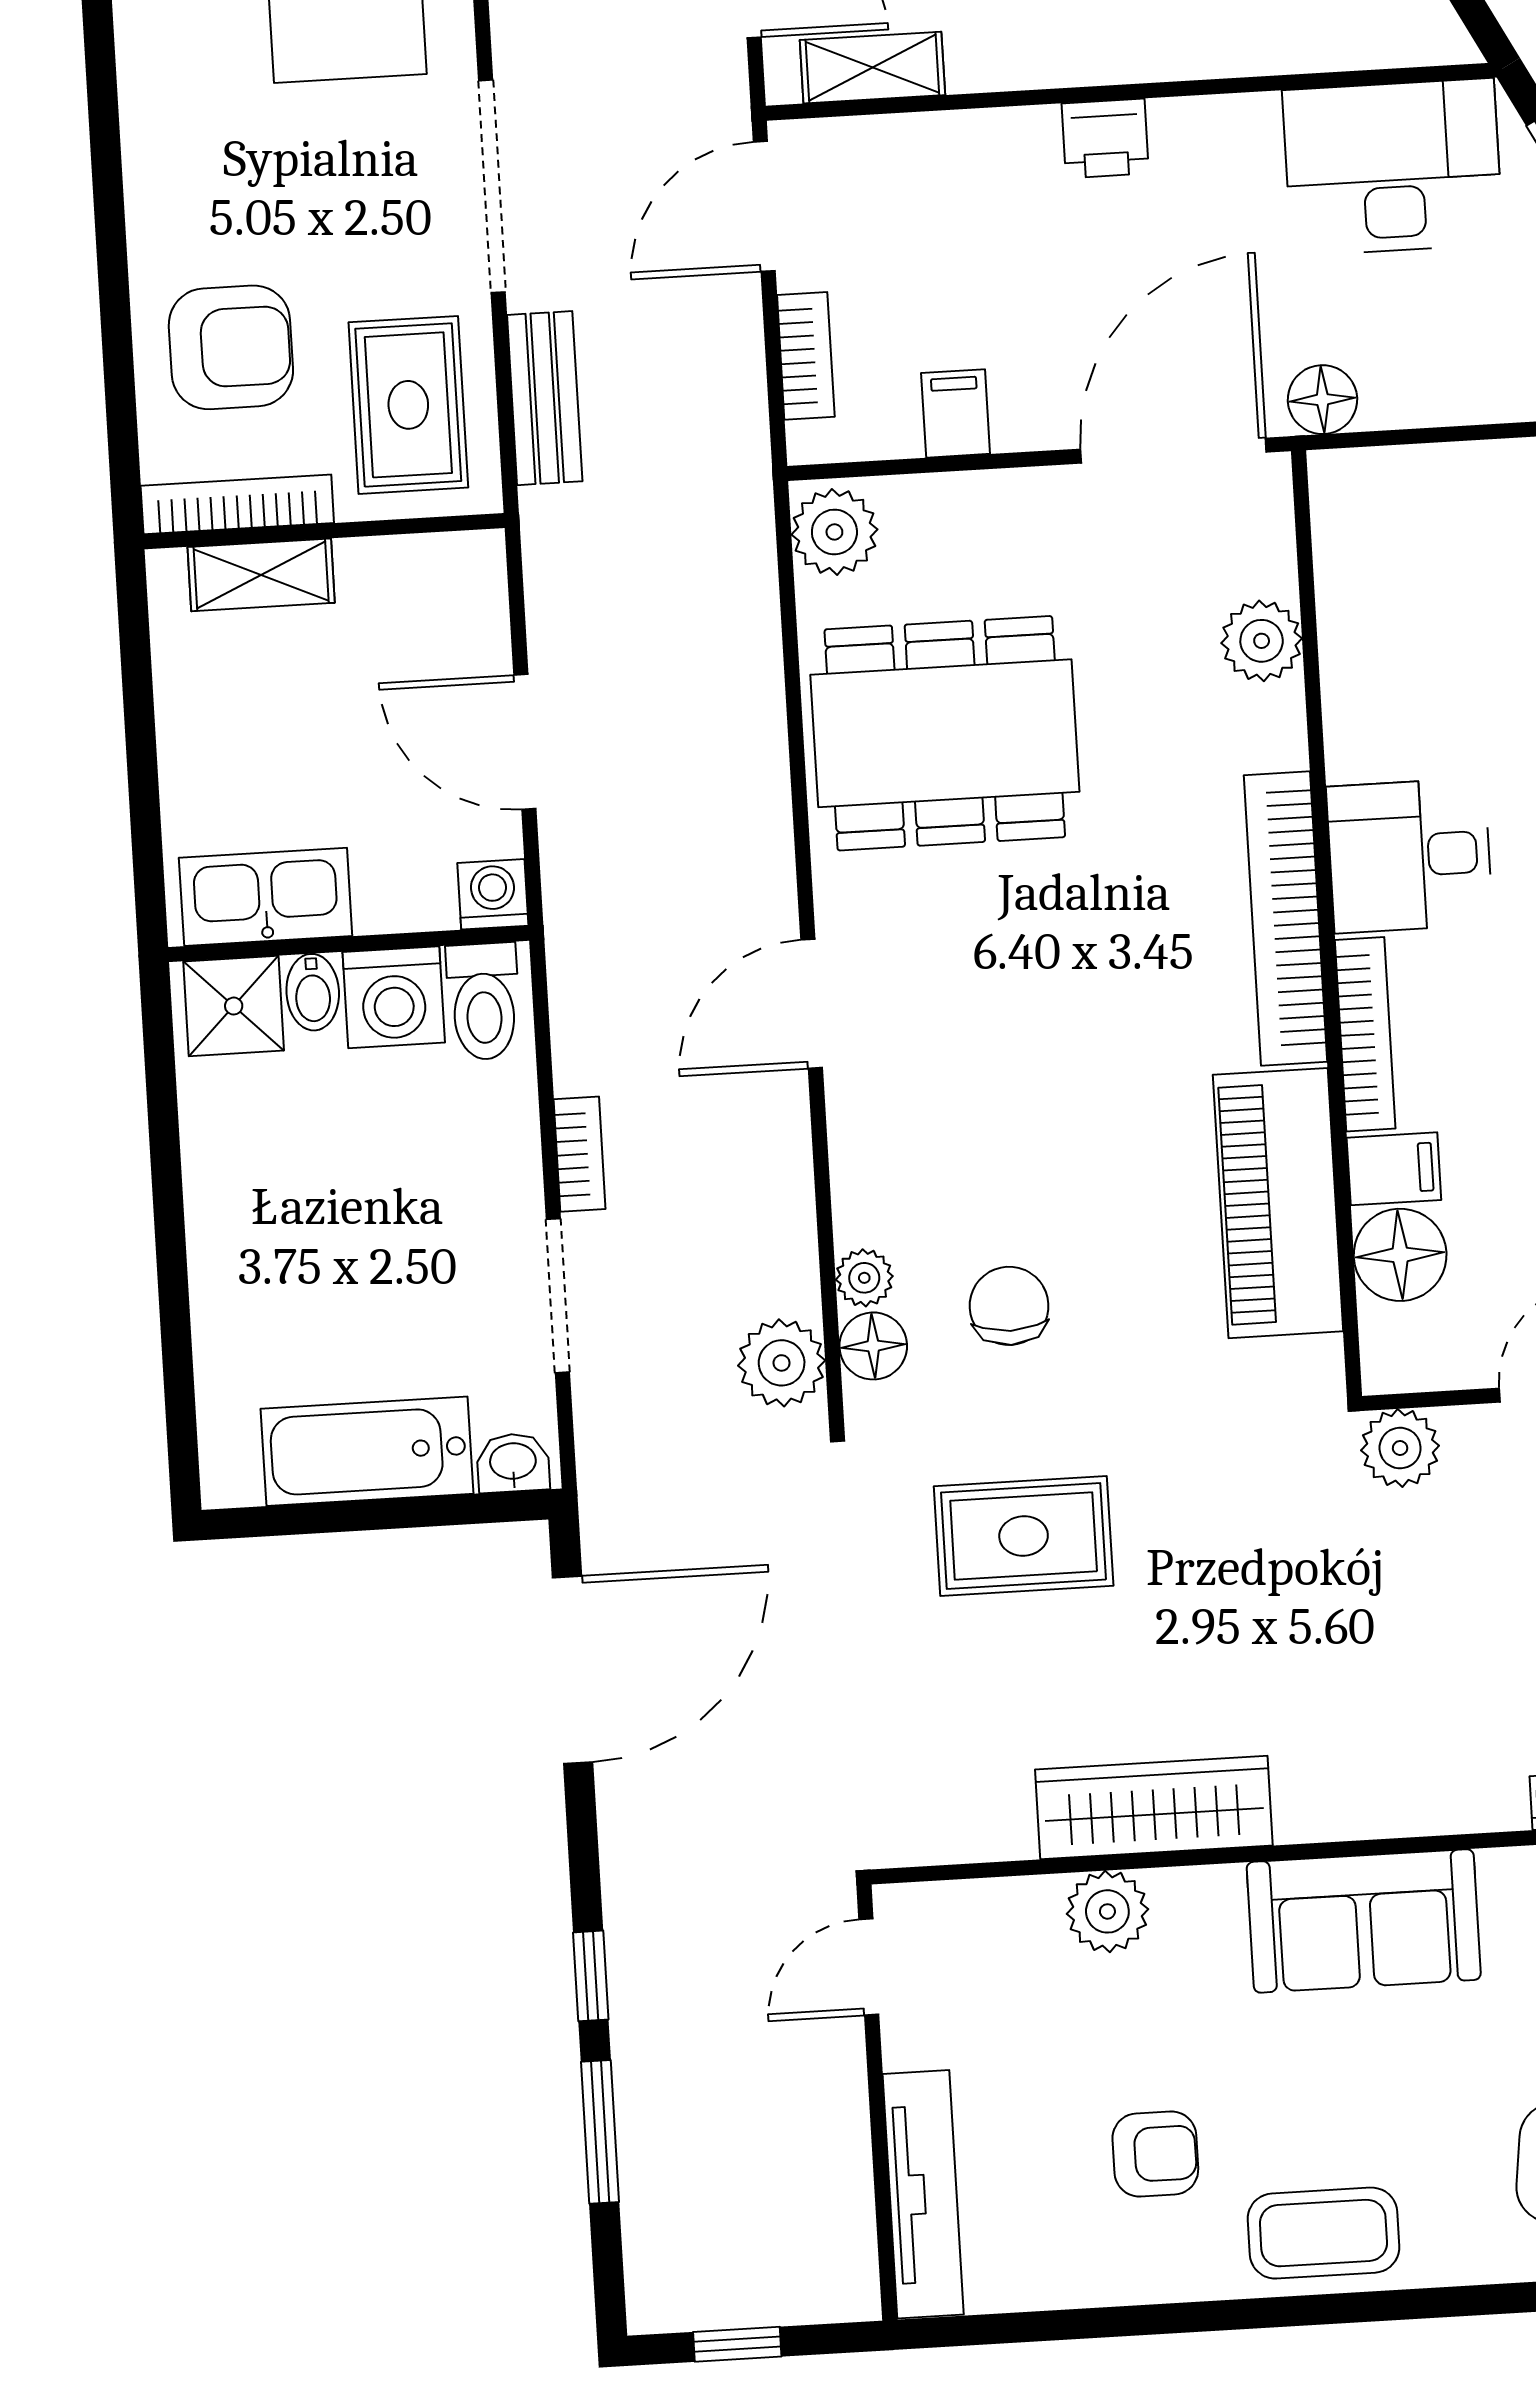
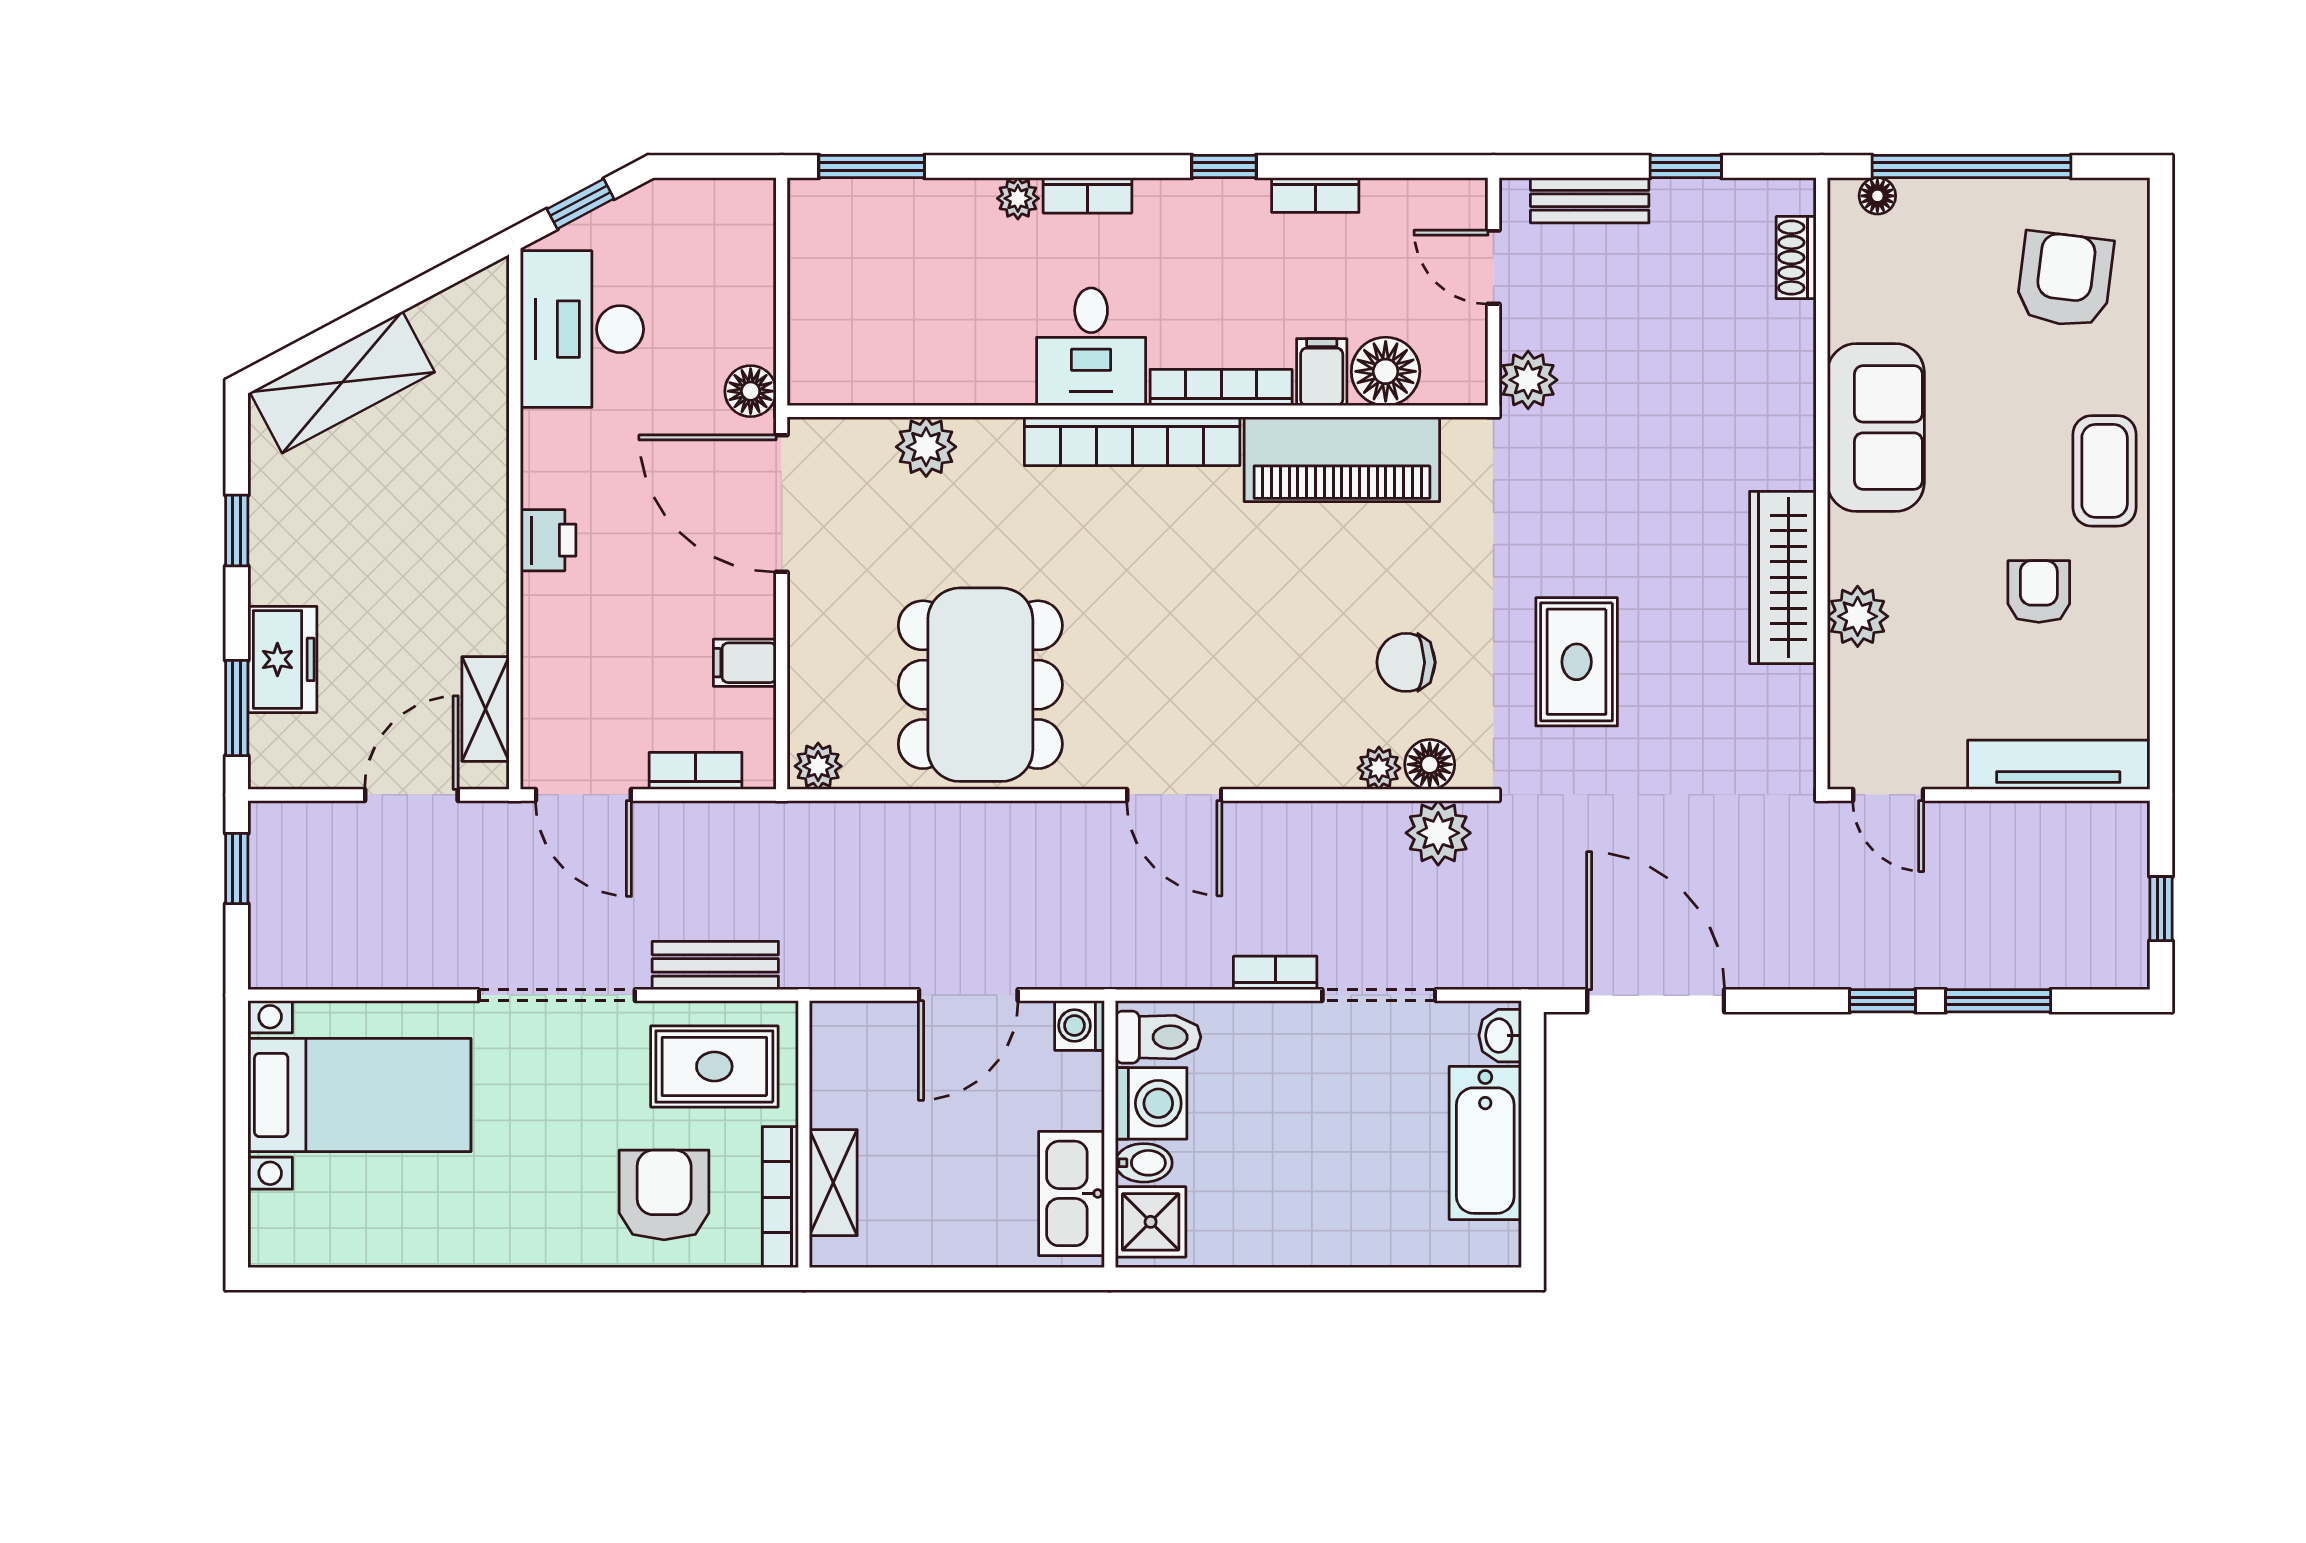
plant: (834, 532) -> (818, 766), width x0.73, depth x0.73

